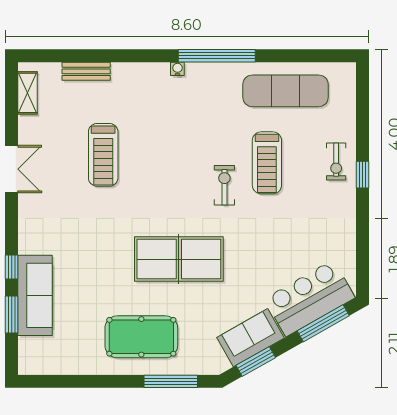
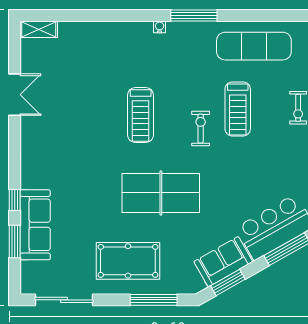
window: (217, 56) -> (194, 15), width x0.68
bench: (86, 71) -> (80, 29), removed
shelving: (27, 93) -> (39, 29), moved, turned 90
treadmill: (103, 155) -> (141, 115), moved
double door: (12, 169) -> (15, 95), moved
sliding door: (68, 381) -> (64, 300), added

